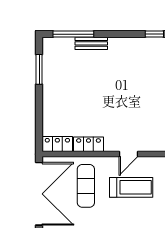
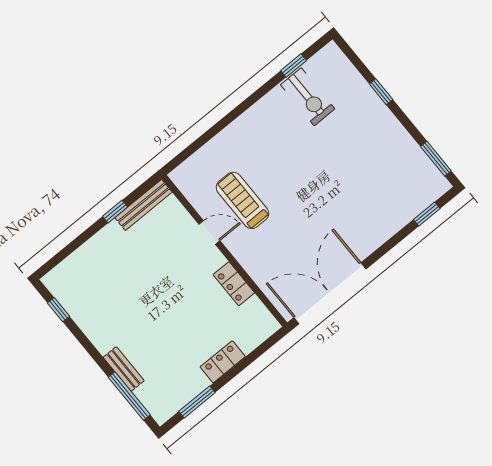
locker: (57, 144) -> (223, 362), moved, turned 90
exercise mat: (86, 186) -> (281, 250), removed

